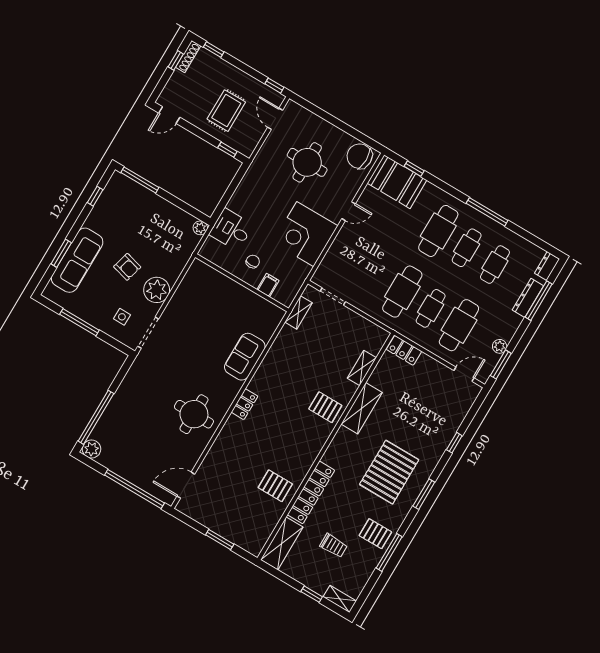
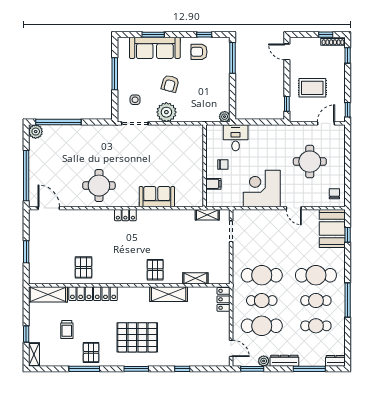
chair: (360, 156) -> (334, 194), width x0.54, depth x0.54
armchair: (111, 213) -> (199, 52), added
dresser: (528, 298) -> (284, 361), moved

